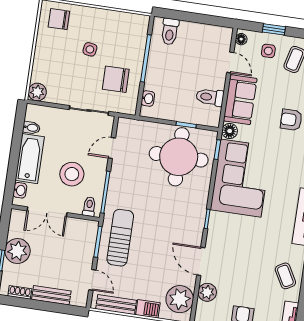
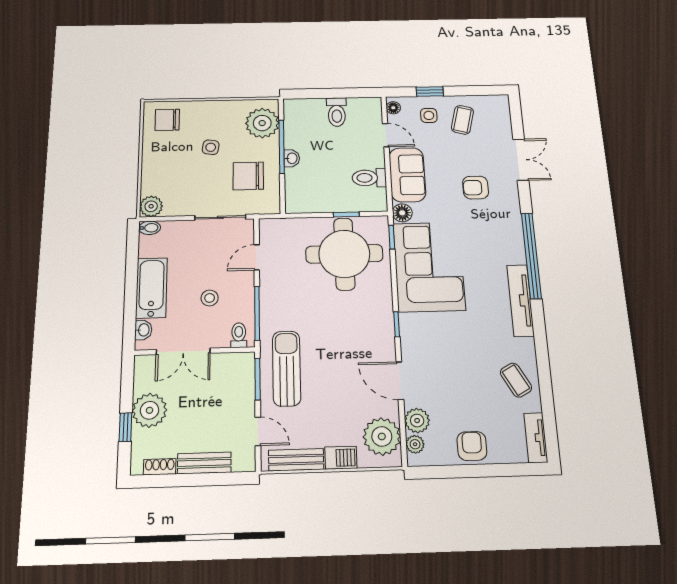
toilet: (170, 32) -> (337, 112), moved
plant: (134, 35) -> (262, 123), added
washbasin: (148, 98) -> (292, 158), moved
bidet: (31, 128) -> (150, 228), moved
stool: (72, 174) -> (210, 298), width x0.53, depth x0.53
plant: (202, 309) -> (415, 444), added

